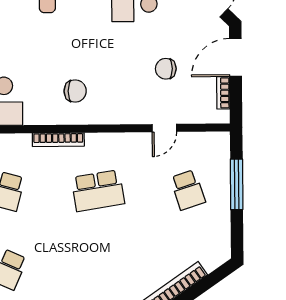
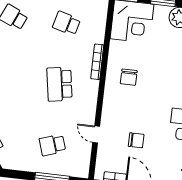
chair: (166, 69) -> (136, 140), turned 90

